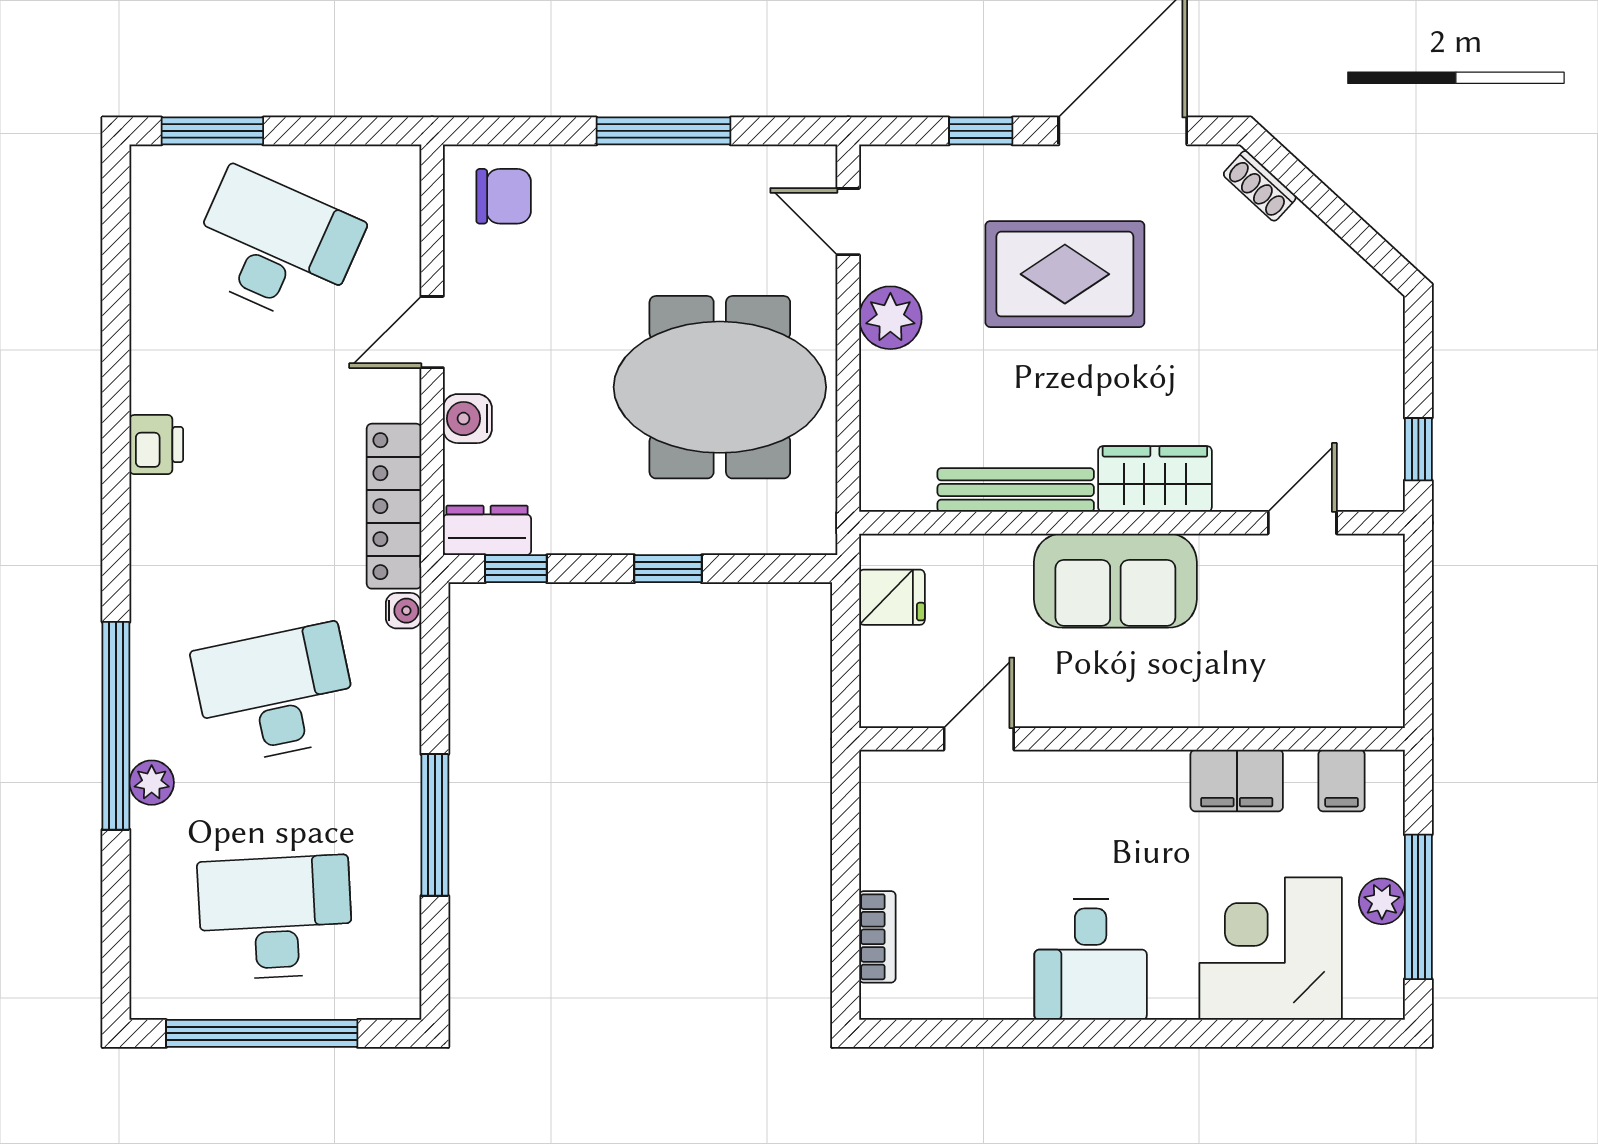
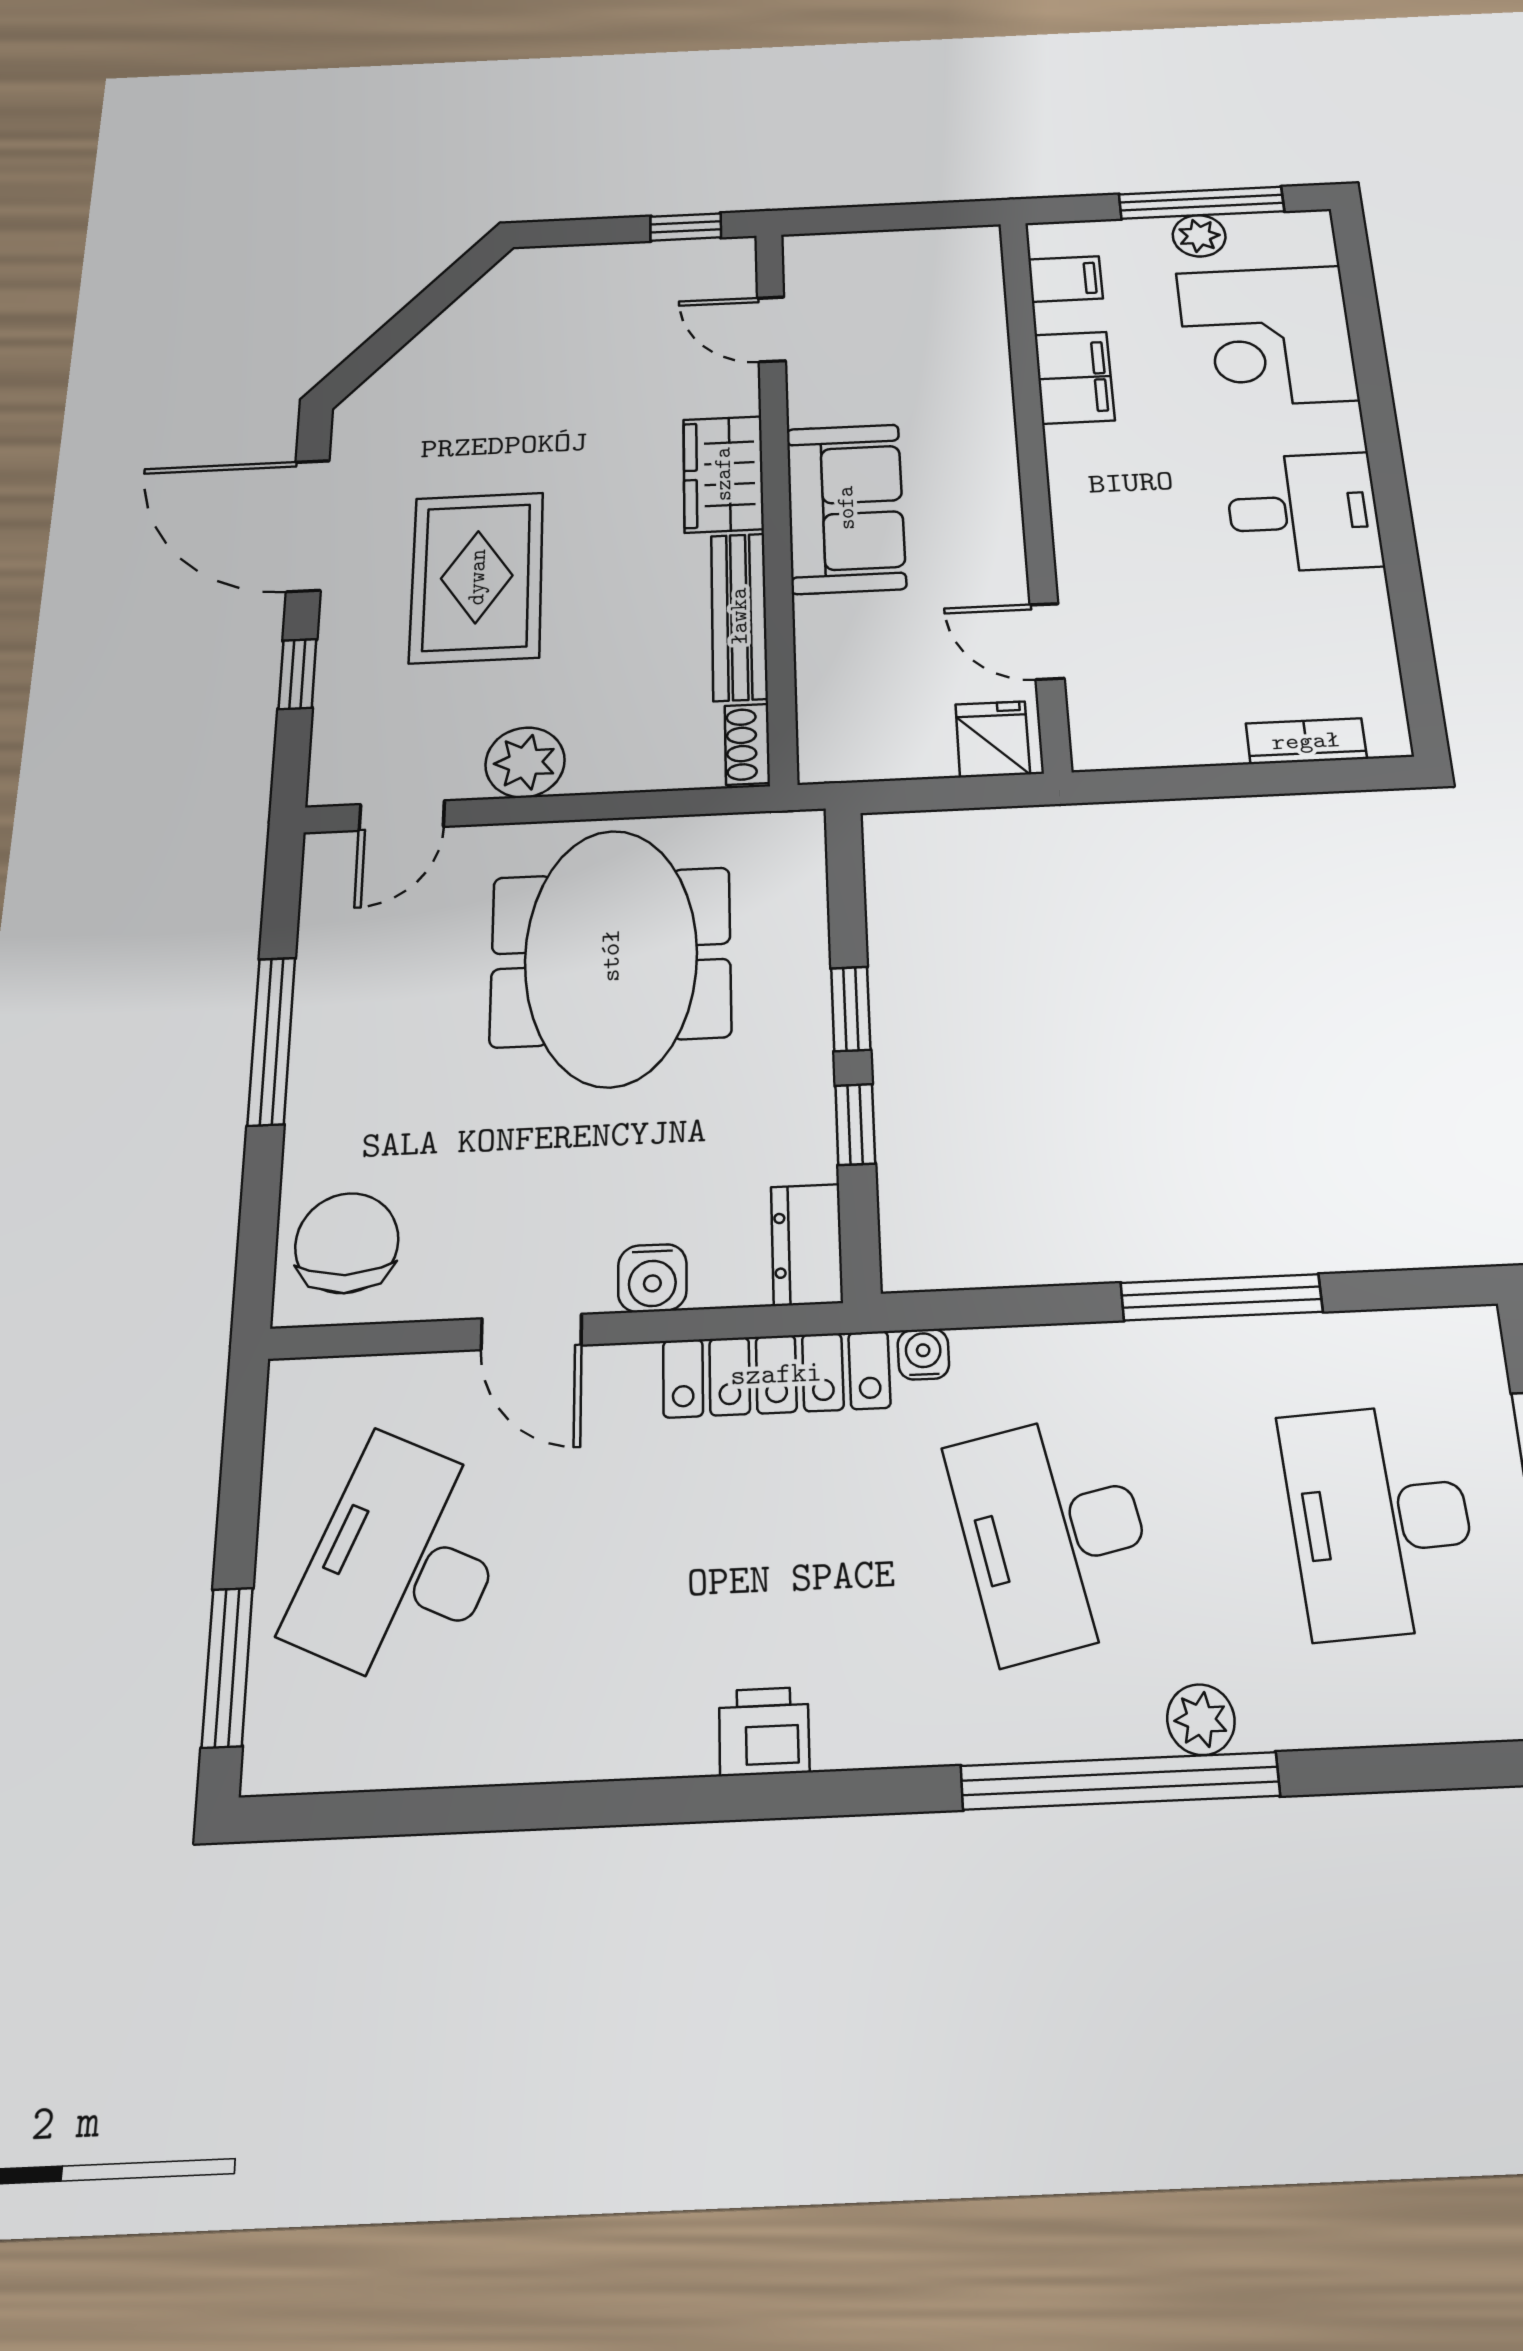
shoe rack: (1260, 186) -> (747, 744), moved, turned 137
chair: (504, 196) -> (347, 1243), width x1.37, depth x1.37
printer: (156, 445) -> (764, 1731), moved
window: (516, 569) -> (855, 1124), moved
fridge: (892, 597) -> (993, 739), moved

